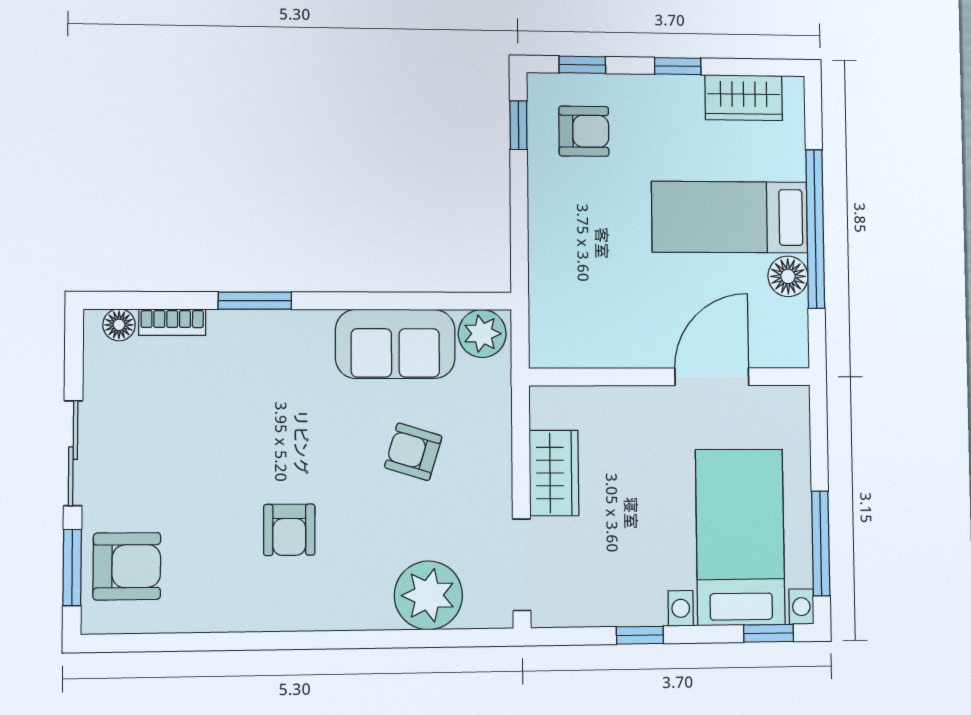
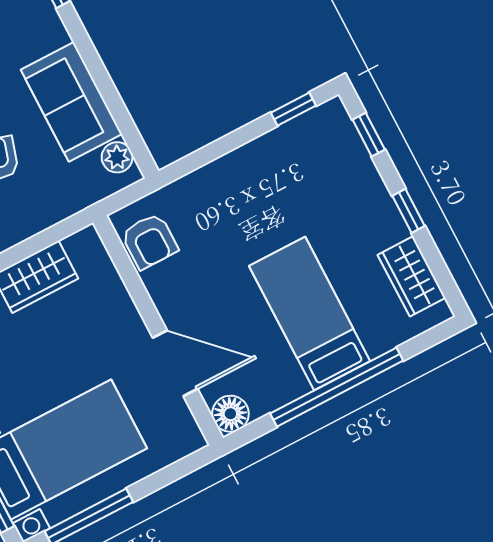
armchair: (584, 131) -> (149, 241), moved
floor lamp: (788, 276) -> (230, 414), moved
plant: (482, 334) -> (117, 157), width x0.73, depth x0.73

